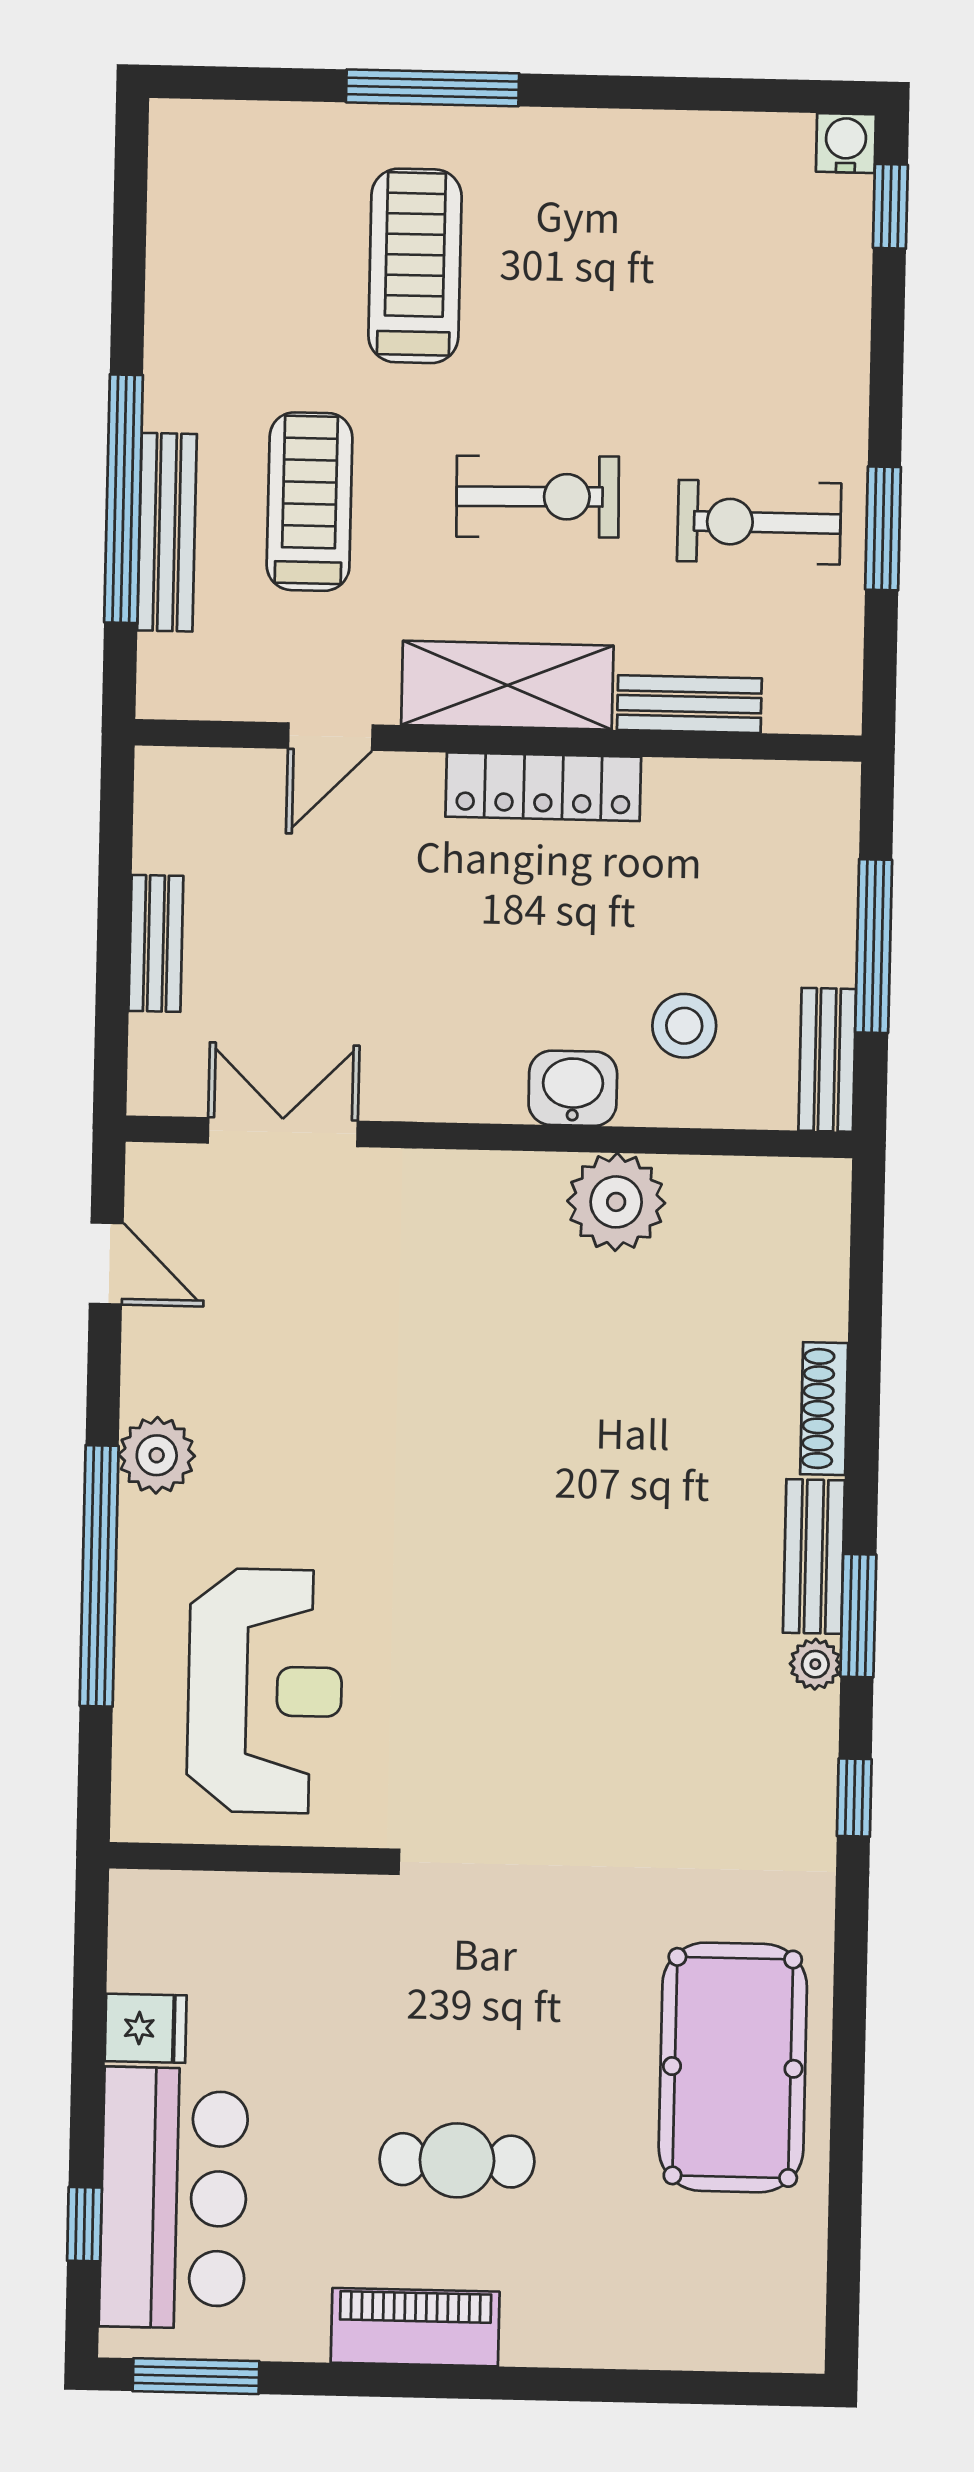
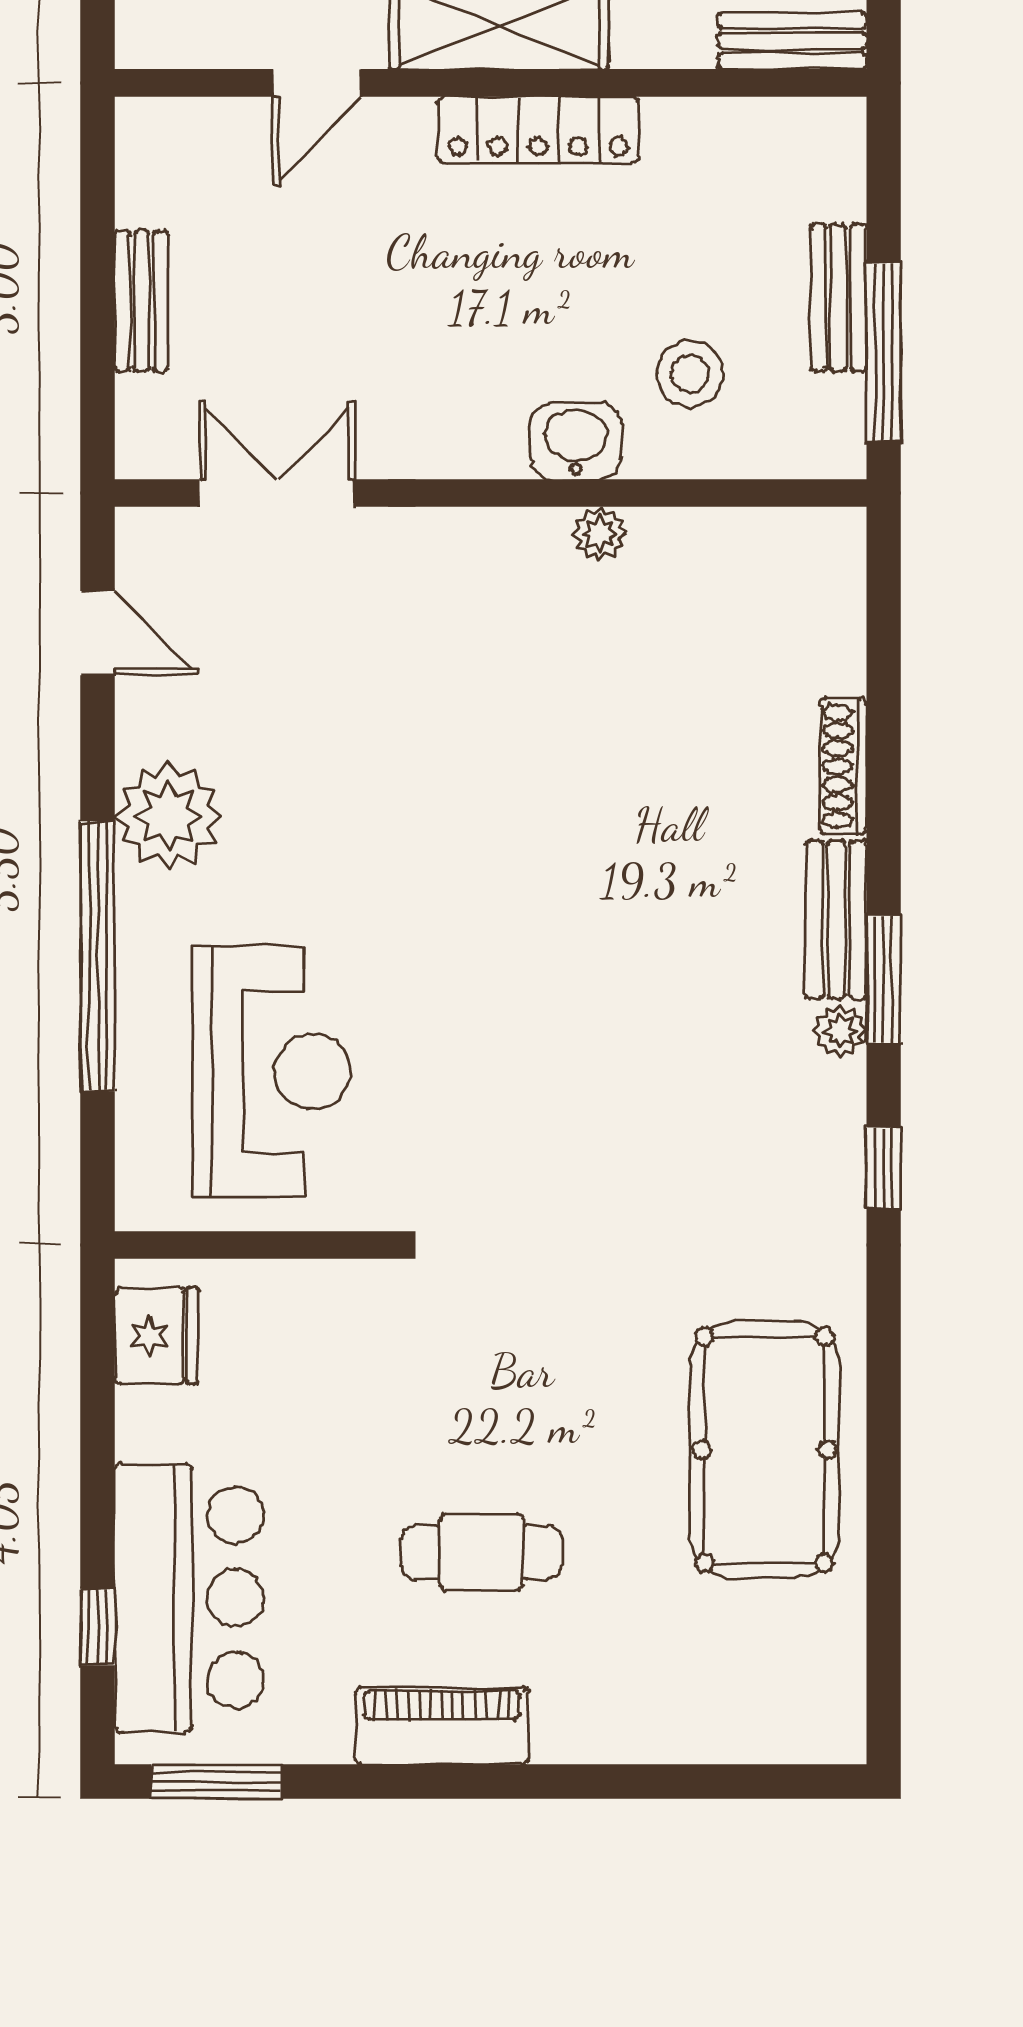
bench: (689, 704) -> (792, 41), moved
window: (874, 946) -> (884, 352), moved
bench: (827, 1060) -> (838, 298), moved
plant: (616, 1202) -> (600, 534), width x0.53, depth x0.53
plant: (157, 1455) -> (169, 816), width x1.36, depth x1.36
fridge: (146, 2028) -> (156, 1336), moved, width x1.38

